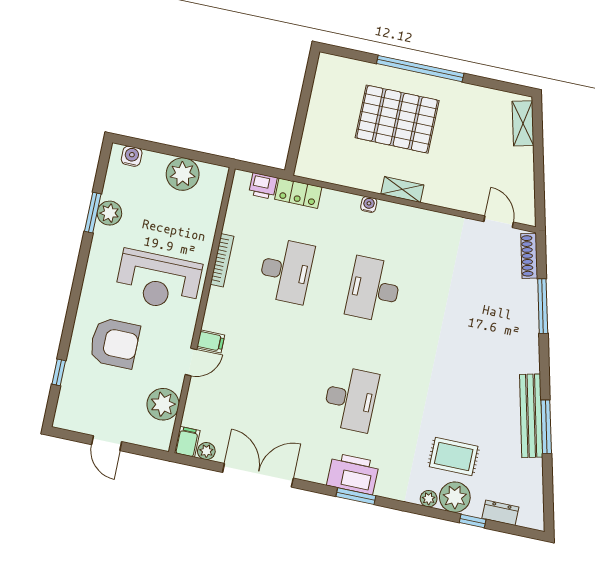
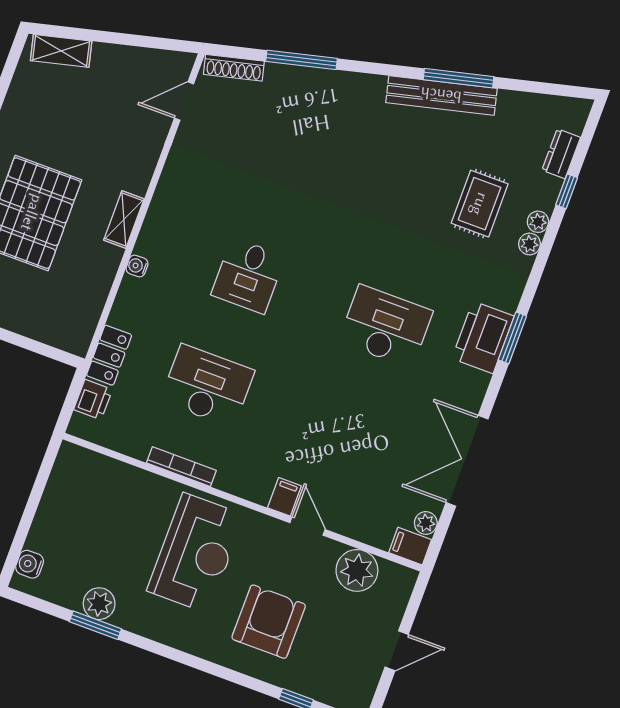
plant: (183, 174) -> (62, 501), removed
desk: (374, 290) -> (248, 276), width x0.73
plant: (455, 497) -> (538, 222), width x0.53, depth x0.53

